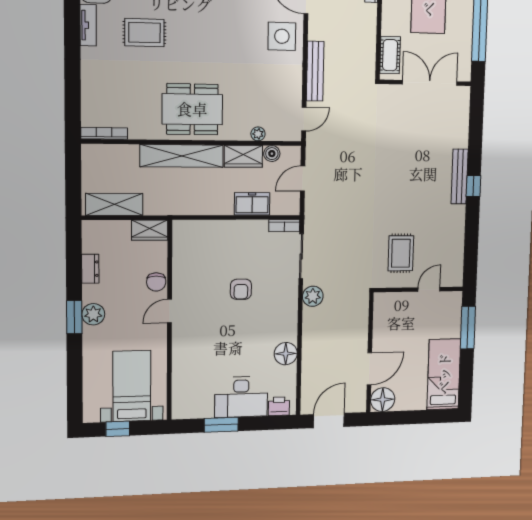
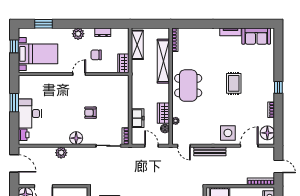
rug: (144, 33) -> (234, 83), moved
shelving: (182, 156) -> (163, 61), moved
chair: (156, 282) -> (96, 55), moved
plant: (313, 296) -> (61, 153), moved
door: (170, 311) -> (79, 74), hinge flipped
window: (74, 317) -> (44, 24), moved
floor lamp: (286, 354) -> (76, 138), moved

